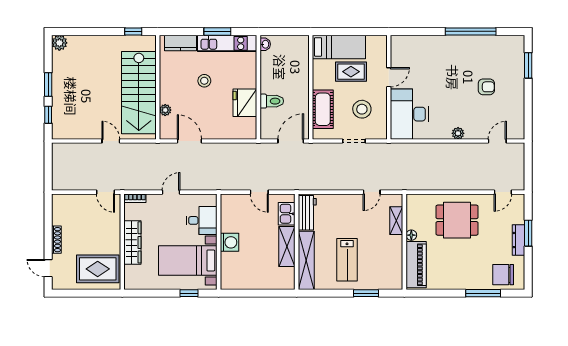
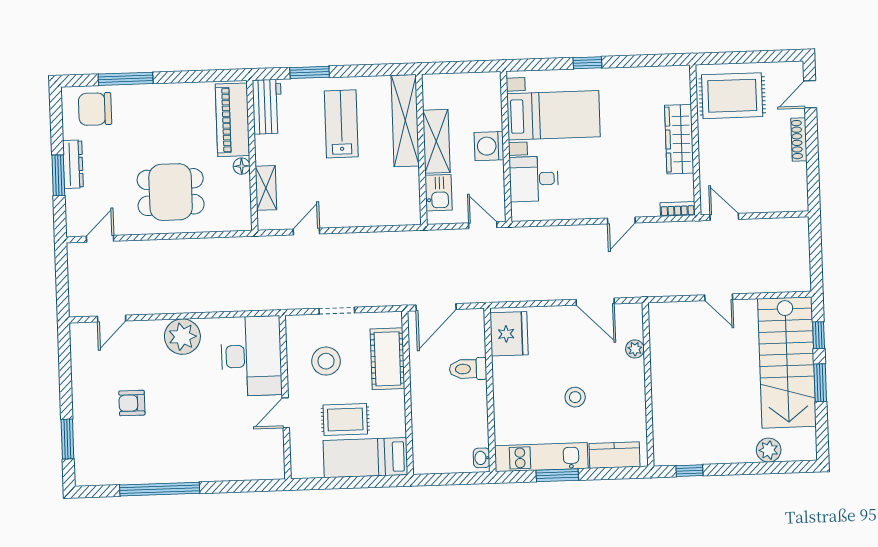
plant: (59, 43) -> (769, 450), moved
stairs: (139, 93) -> (787, 363), moved, turned 180
fridge: (245, 103) -> (509, 334), moved
plant: (458, 133) -> (182, 337), width x1.88, depth x1.88
workbench: (307, 213) -> (267, 107), moved, turned 180
desk: (202, 220) -> (534, 179), moved
wall: (219, 242) -> (506, 146), moved
washing machine: (229, 242) -> (489, 146), moved
bed with nightstands: (188, 260) -> (553, 115), moved
door: (48, 268) -> (810, 94), swing flipped
chair: (503, 275) -> (95, 109), turned 180

